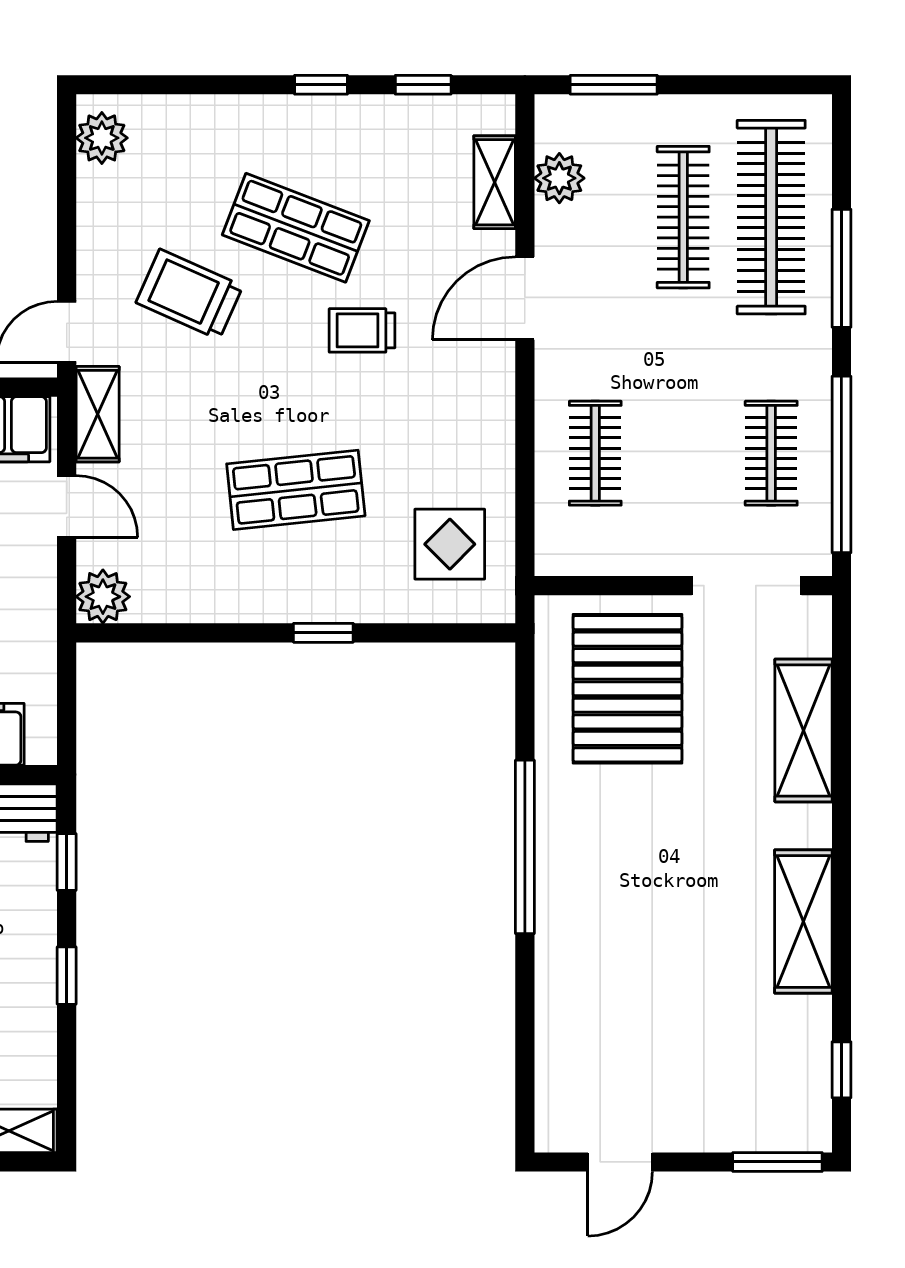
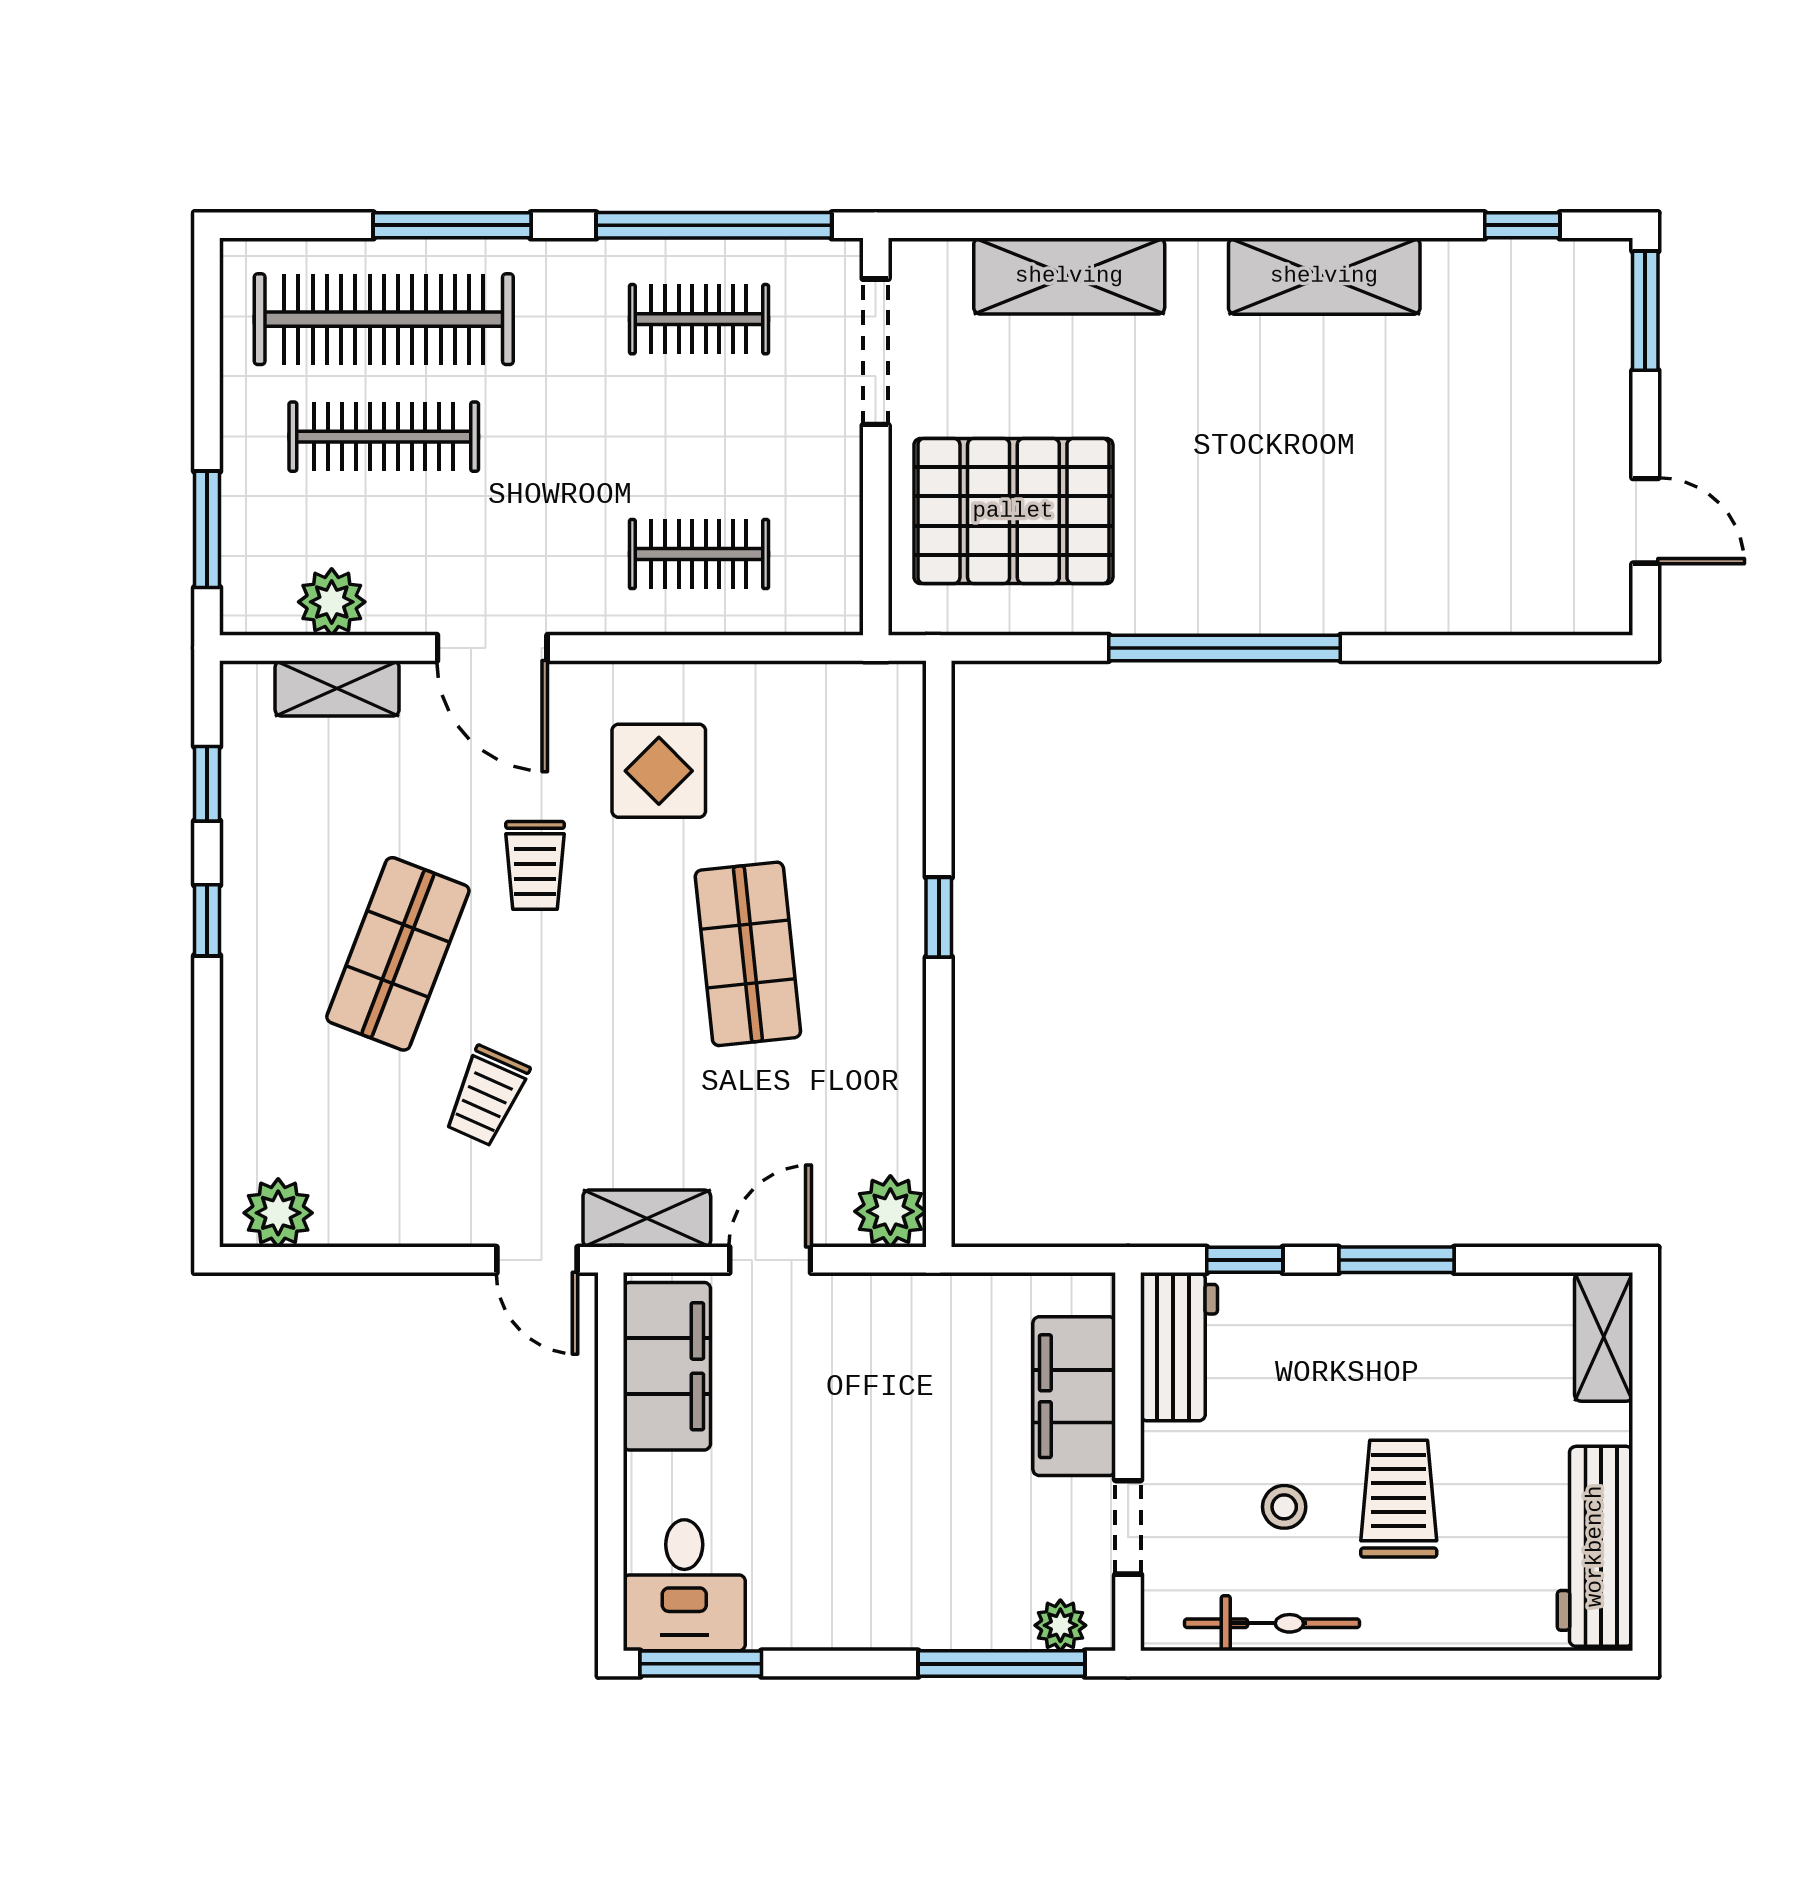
trolley: (189, 294) -> (487, 1096), width x0.73, depth x0.72
display table: (450, 544) -> (659, 771), moved
window: (67, 976) -> (1396, 1260), width x1.50

